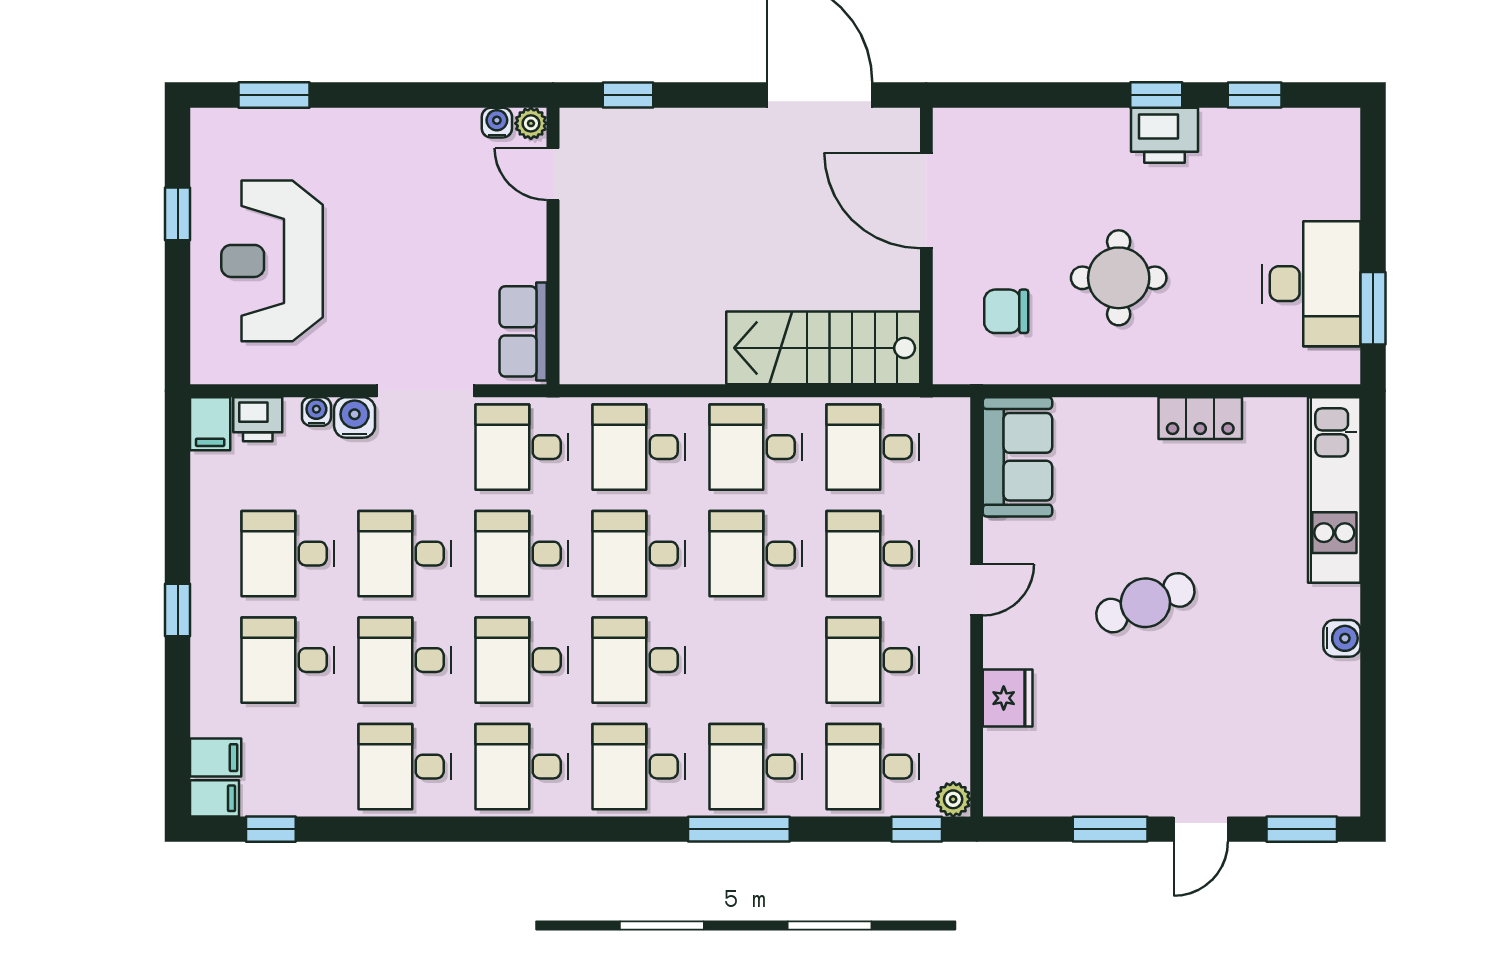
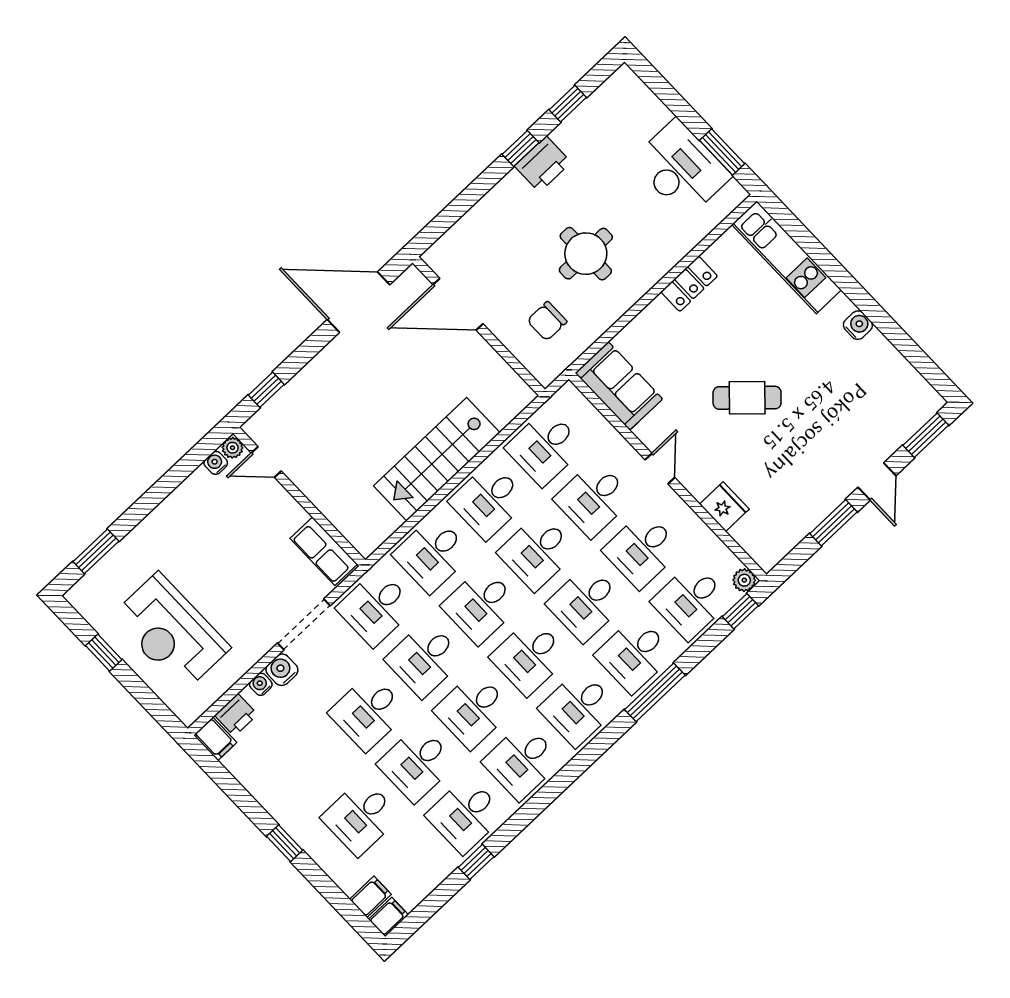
stairs: (823, 348) -> (437, 459), moved
desk: (288, 554) -> (586, 603), moved
cafe table: (1145, 603) -> (747, 398), turned 64
window: (271, 829) -> (476, 862), moved

